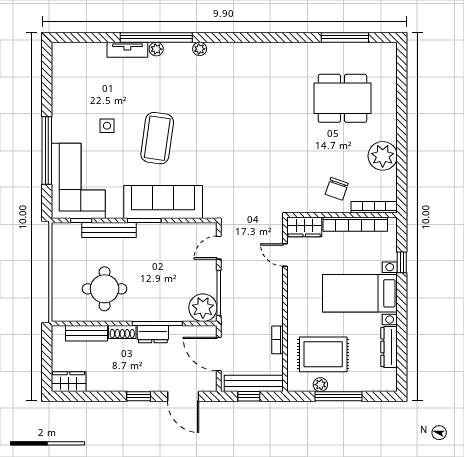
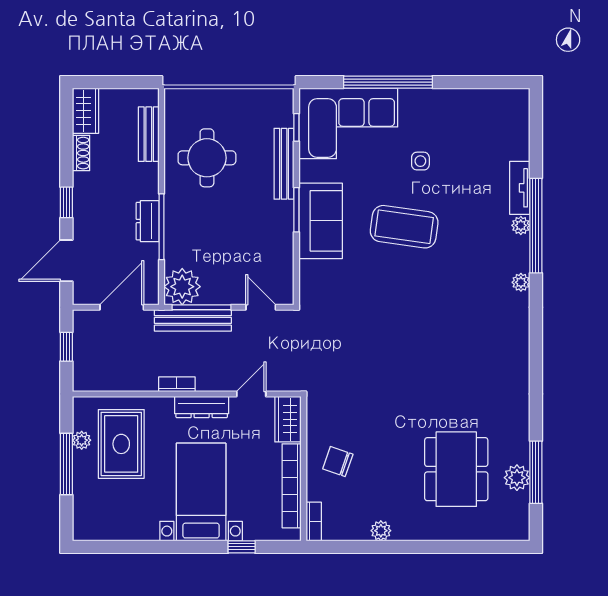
plant: (349, 52) -> (517, 478), added
plant: (383, 156) -> (381, 531), width x0.53, depth x0.53
sofa: (163, 202) -> (321, 221), width x0.73
bookcase: (374, 207) -> (314, 522), width x0.64
shoe rack: (122, 332) -> (81, 153), moved, turned 180
bookcase: (278, 340) -> (177, 384), moved
dresser: (389, 347) -> (202, 407), moved, turned 180
bench: (254, 383) -> (193, 320), moved, turned 90

